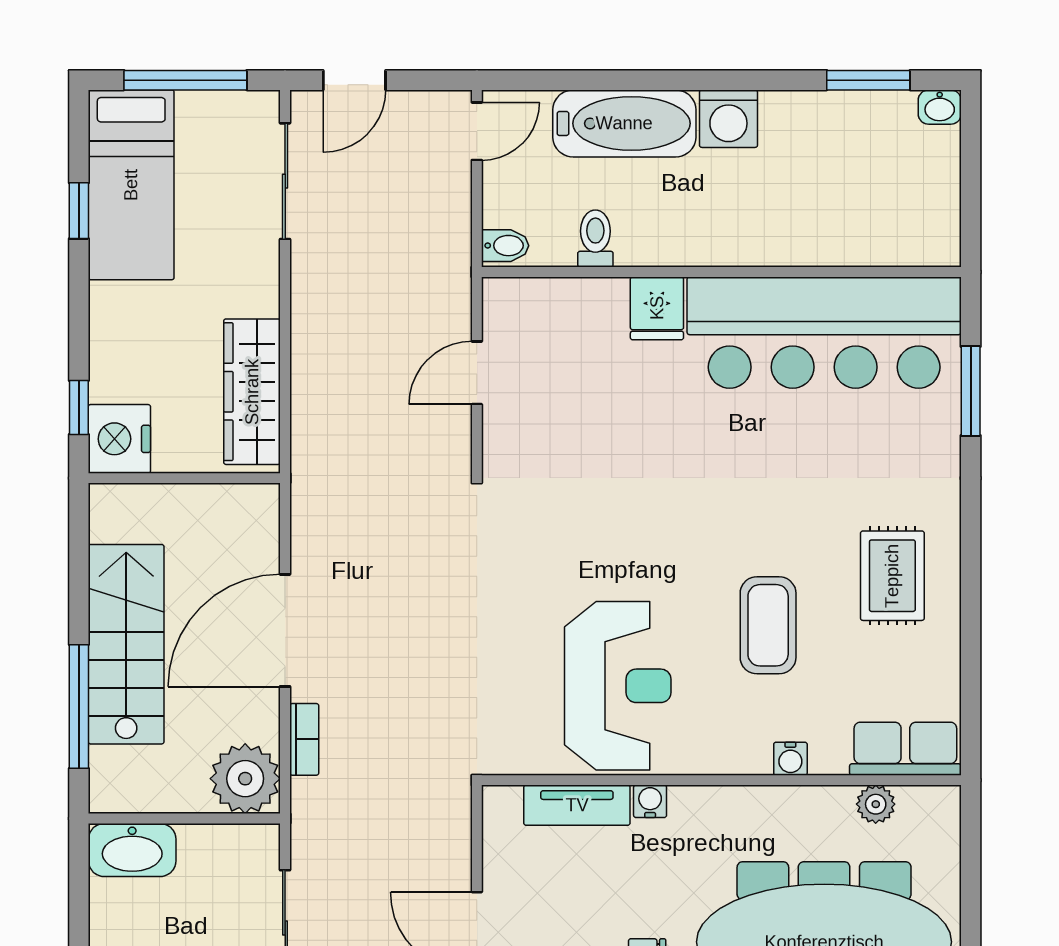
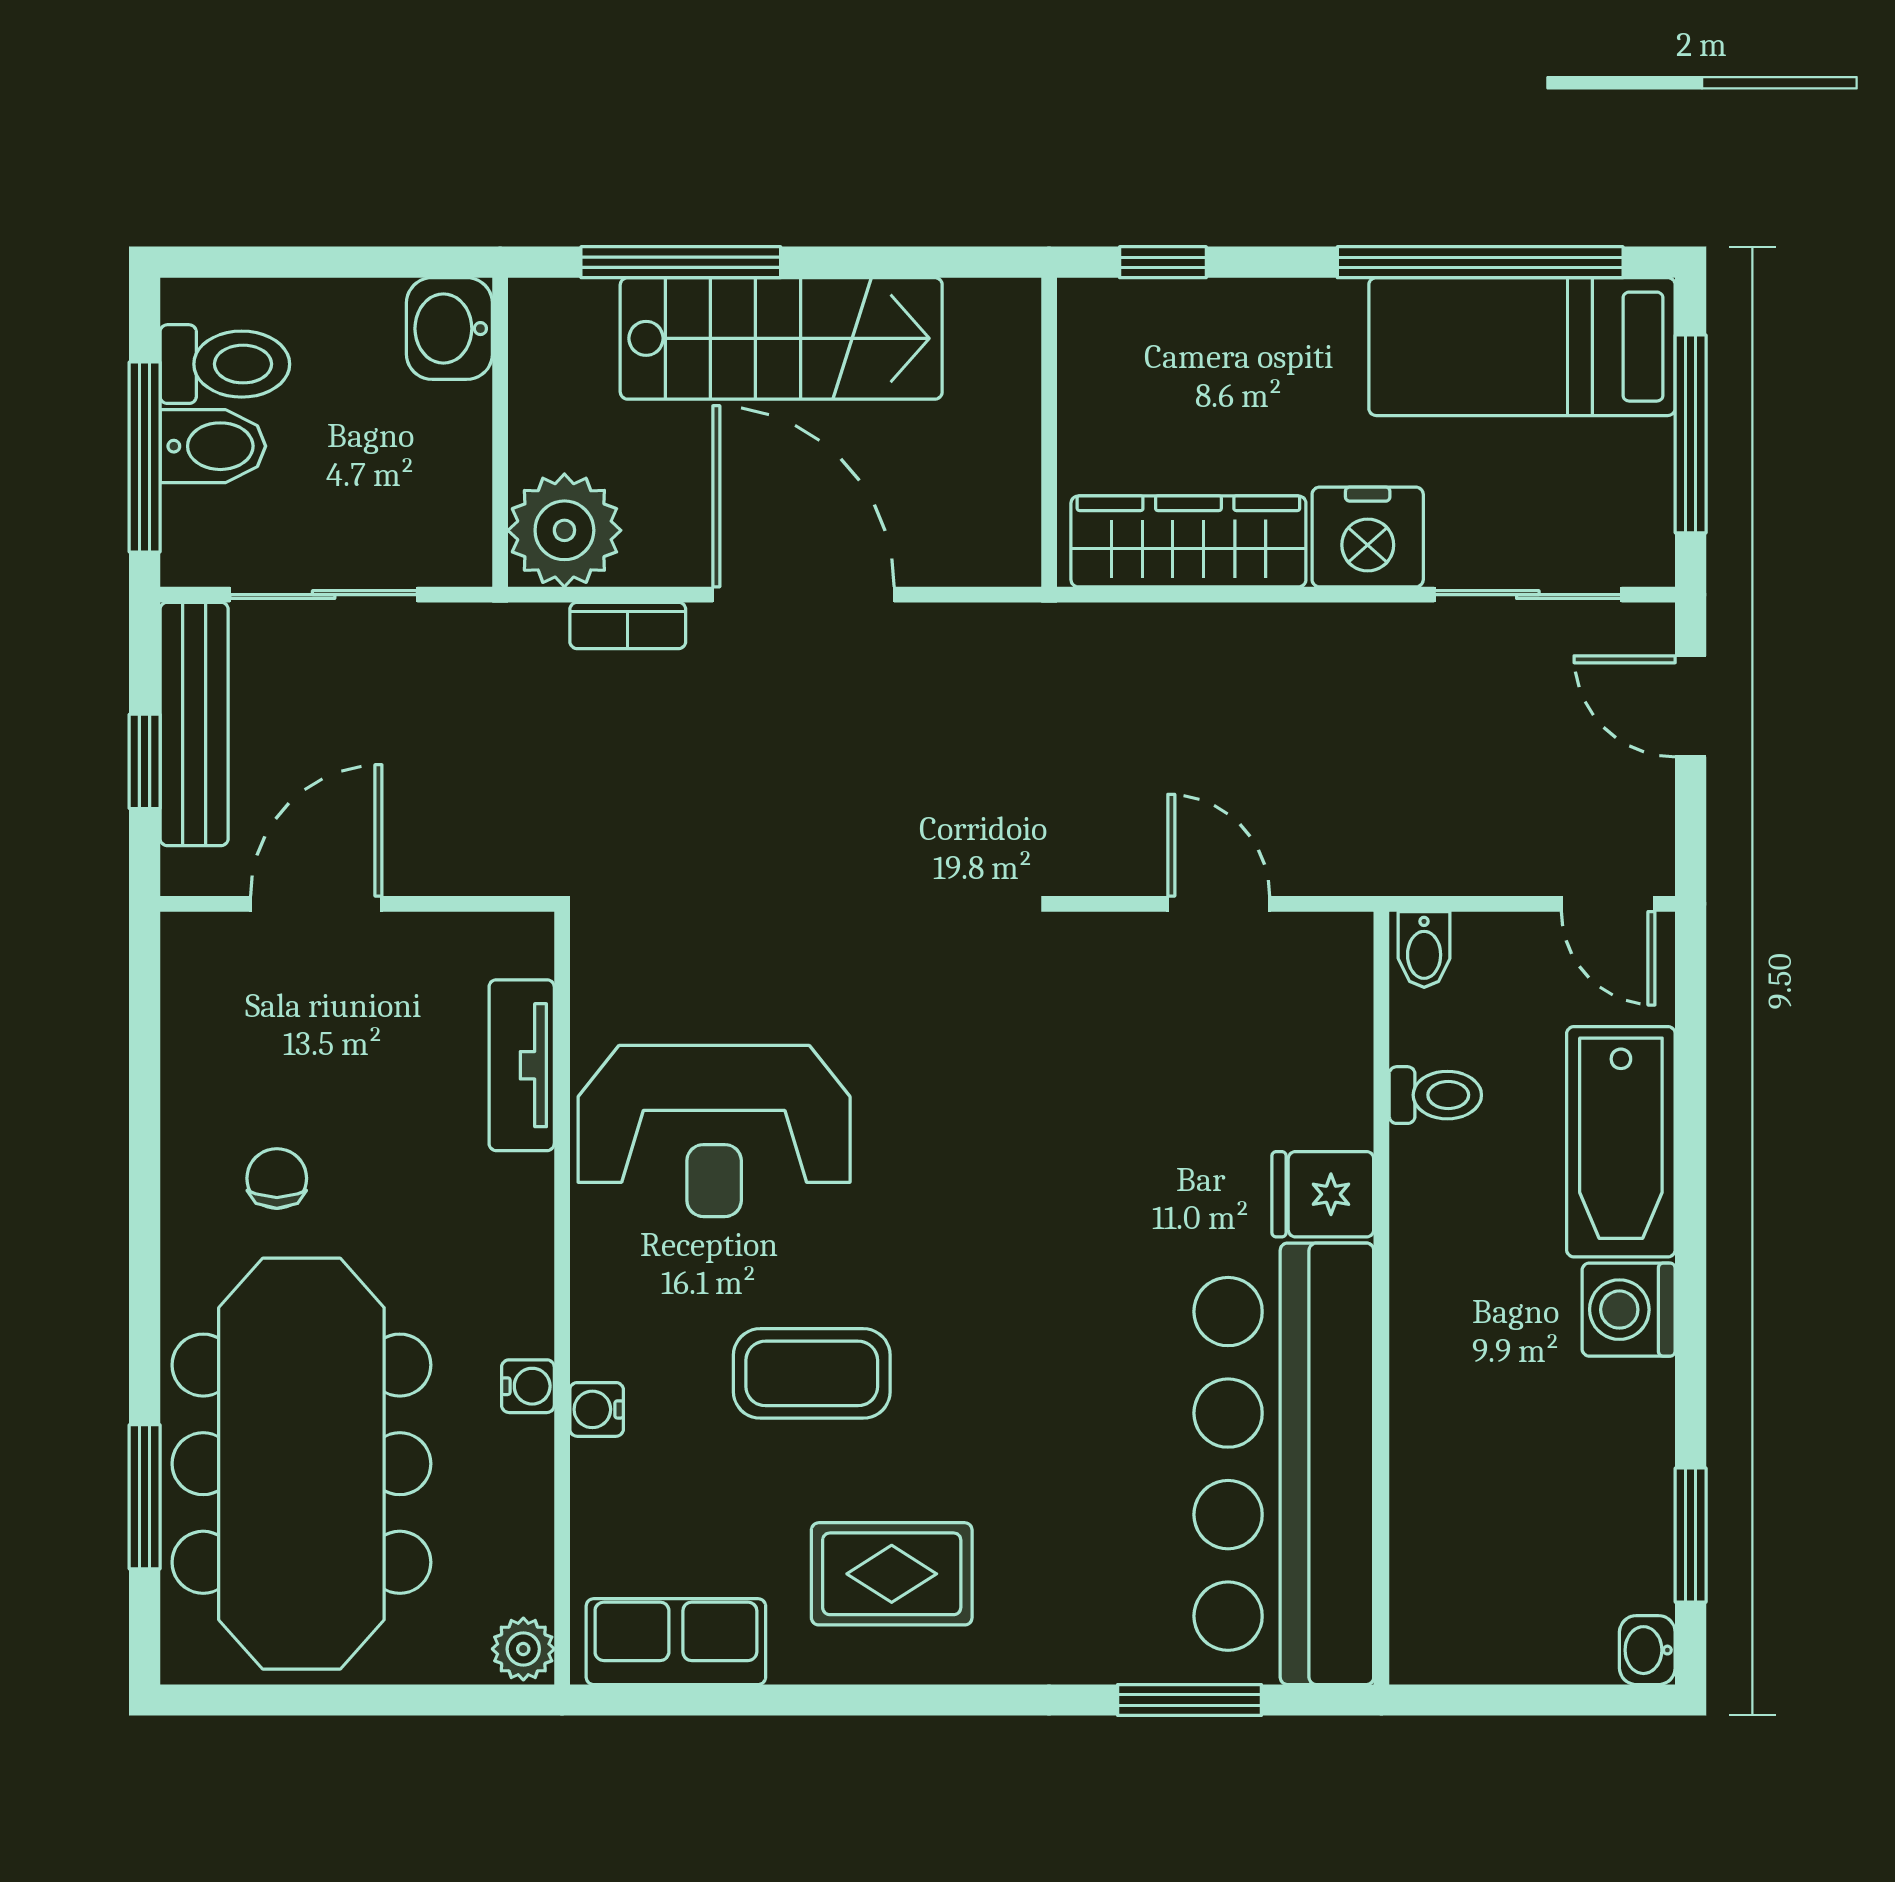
window: (79, 211) -> (1480, 262), width x3.17
nightstand: (119, 439) -> (1368, 537), moved, turned 180
row of seats: (905, 749) -> (676, 1642), moved, turned -90
water cooler: (650, 801) -> (528, 1386), moved
plant: (876, 804) -> (523, 1649), moved
washbasin: (132, 850) -> (449, 329), width x0.72

